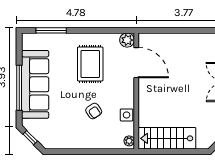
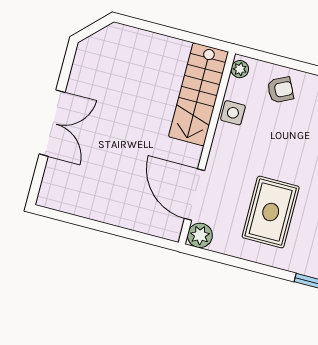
armchair: (94, 111) -> (280, 90), moved, turned 98
stairs: (167, 138) -> (199, 94), moved, turned 90

